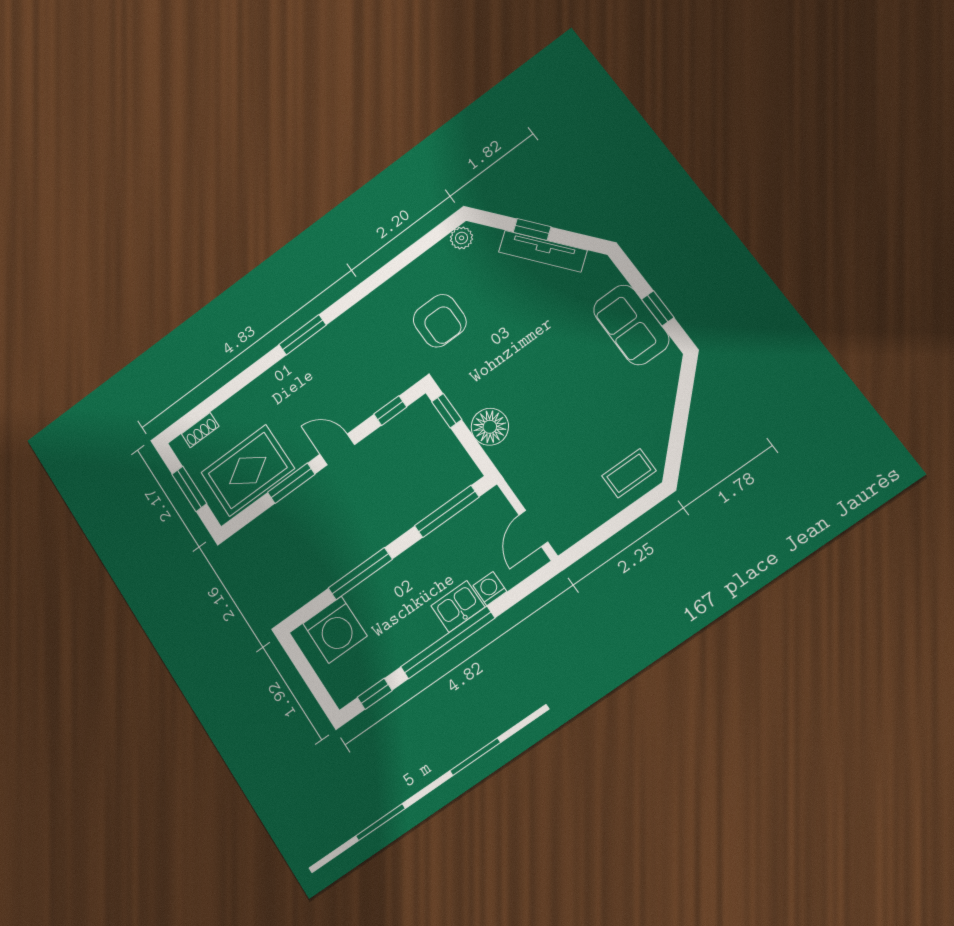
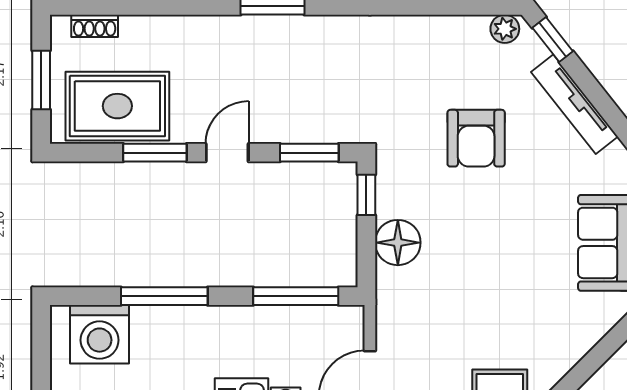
window: (532, 229) -> (553, 39), moved
armchair: (440, 321) -> (476, 138), moved
window: (390, 411) -> (309, 153), width x1.50
door: (337, 449) -> (227, 153), hinge flipped

